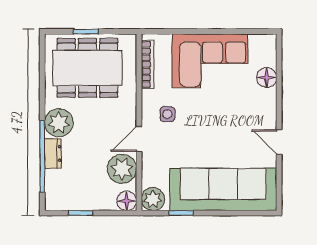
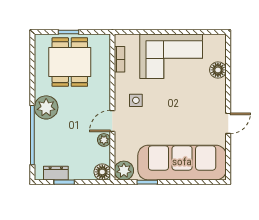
bookcase: (148, 64) -> (119, 59), width x0.64
dining table: (87, 68) -> (70, 62), width x0.73
door: (279, 142) -> (228, 123), swing flipped
dresser: (53, 153) -> (56, 173), moved, turned -90
plant: (122, 169) -> (104, 140), width x0.53, depth x0.53

